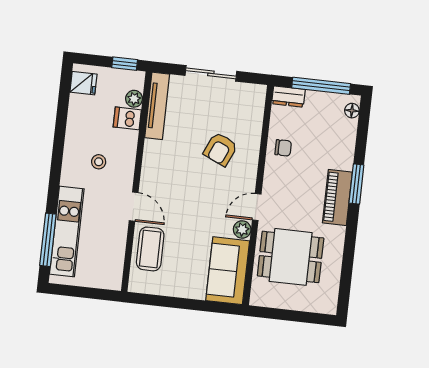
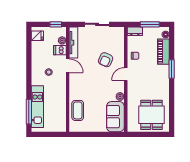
window: (321, 86) -> (150, 24), width x0.69
piano: (337, 197) -> (163, 52), moved
door: (134, 207) -> (68, 66), moved
door: (257, 207) -> (126, 74), moved
dining table: (291, 257) -> (152, 115), moved, turned 90

